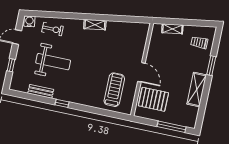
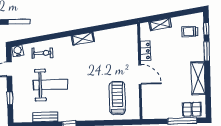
window: (216, 44) -> (206, 29), added
locker: (152, 51) -> (145, 51), added
pallet: (153, 99) -> (192, 109), moved, width x0.67, depth x0.71

